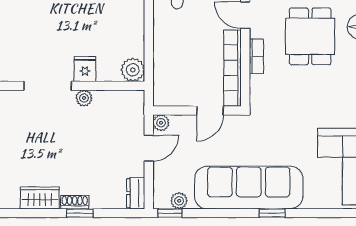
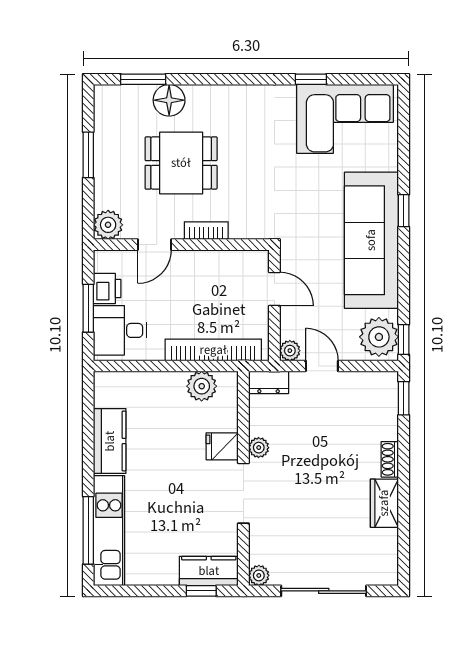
bookcase: (232, 68) -> (213, 350), moved, turned 180
plant: (133, 70) -> (202, 386), moved
dresser: (136, 193) -> (269, 382), moved
plant: (179, 201) -> (379, 337), width x1.88, depth x1.88
window: (80, 213) -> (404, 398), moved

